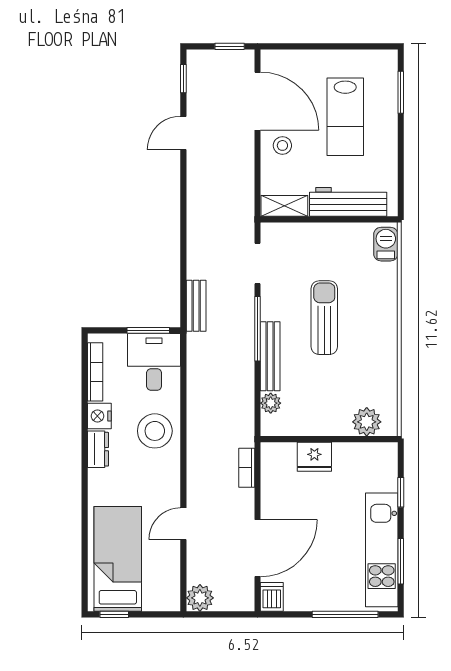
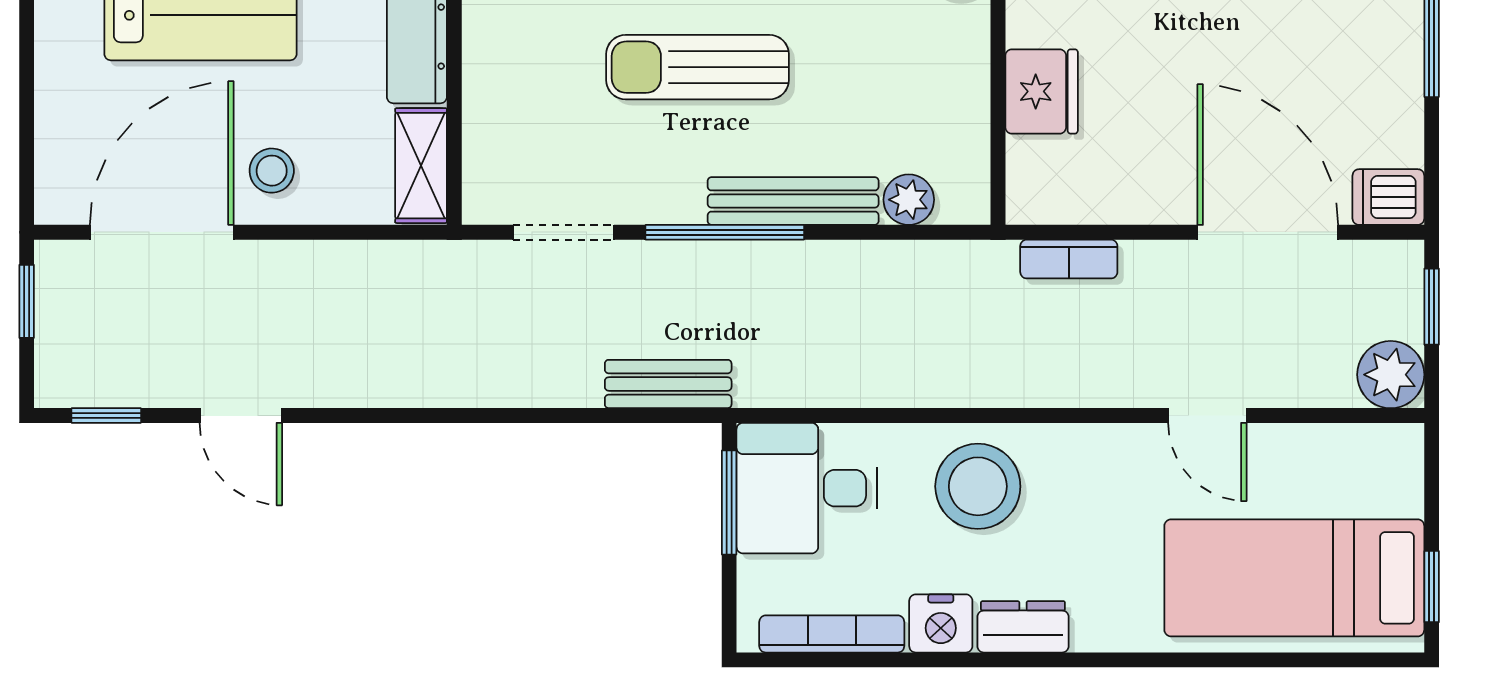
window: (227, 614) -> (1432, 307), added

